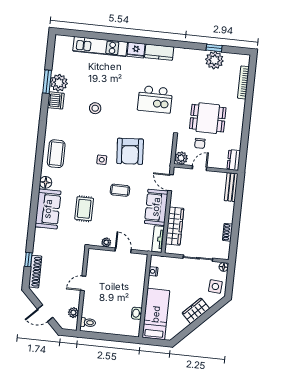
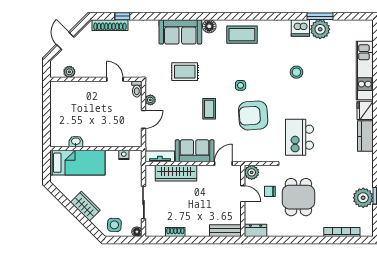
kitchen island: (155, 99) -> (300, 137), moved
door: (83, 283) -> (115, 79), moved
toilet: (88, 322) -> (137, 89), moved

